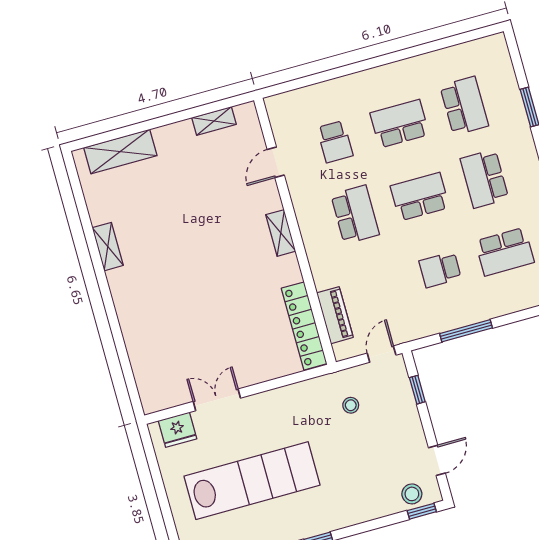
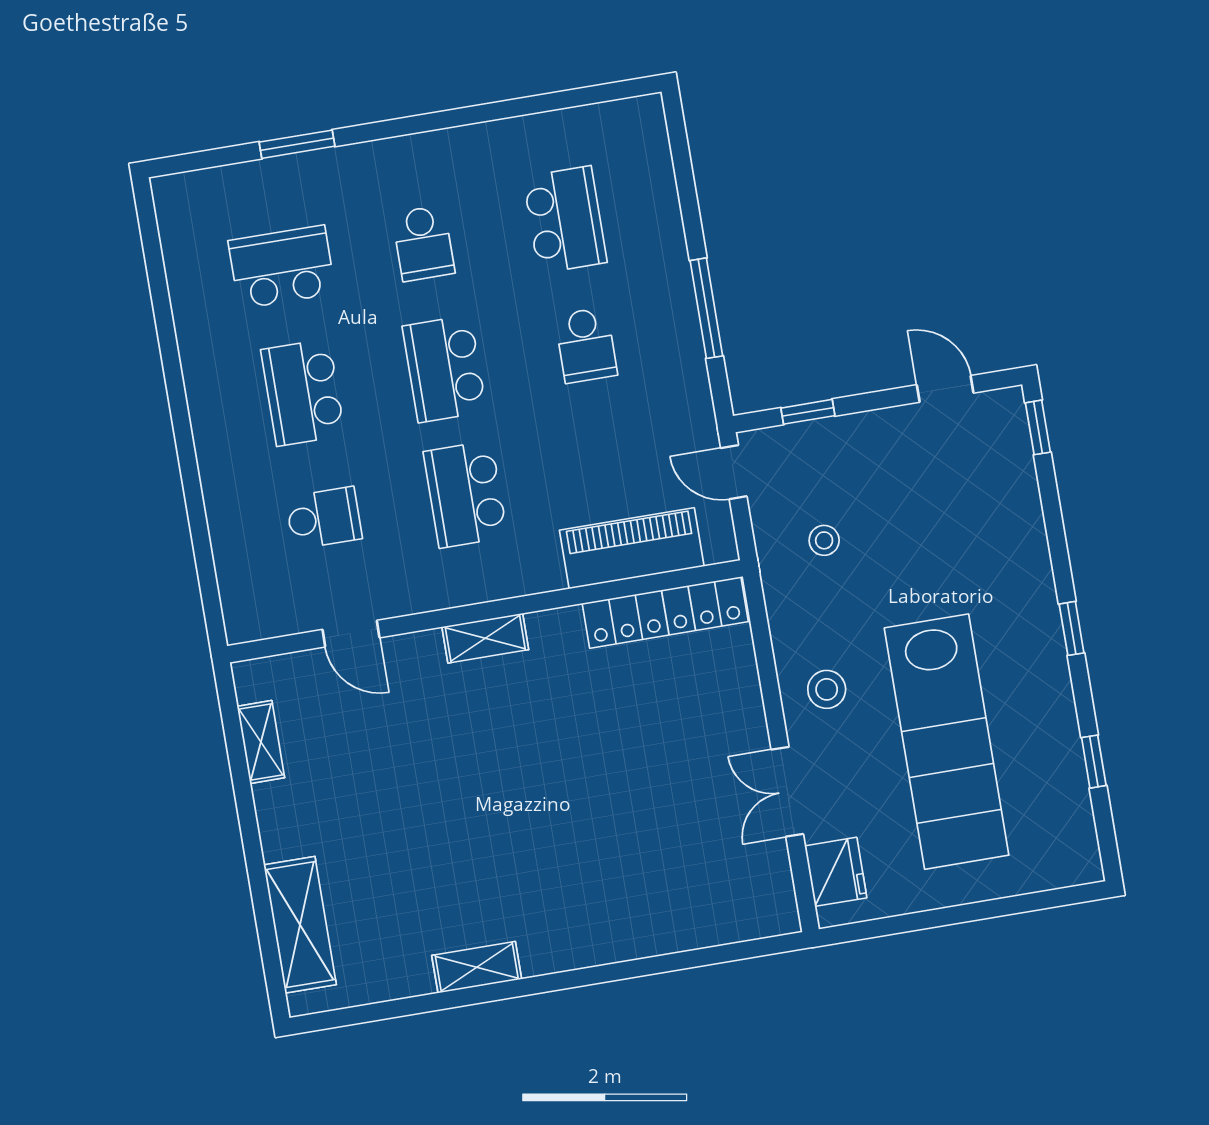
school desk: (484, 179) -> (423, 243), width x0.54
school desk: (355, 215) -> (465, 494), turned -90
piano: (335, 315) -> (632, 548), width x1.37, depth x1.33
lab bench: (252, 481) -> (947, 742), turned 180
stool: (412, 494) -> (827, 689), moved

